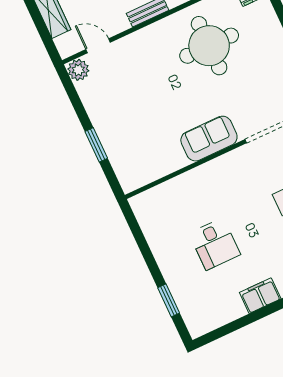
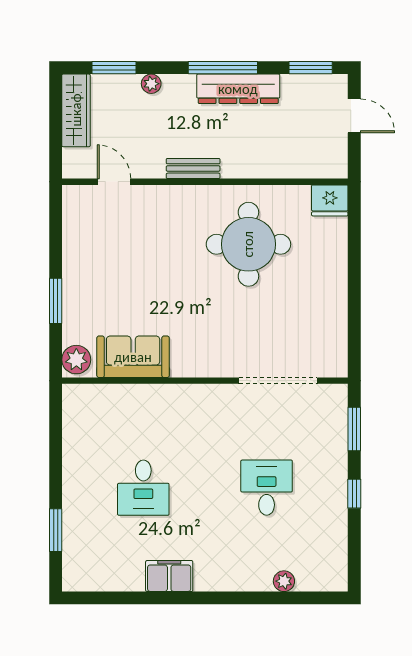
plant: (78, 70) -> (76, 360), moved
sofa: (209, 139) -> (133, 357), moved

